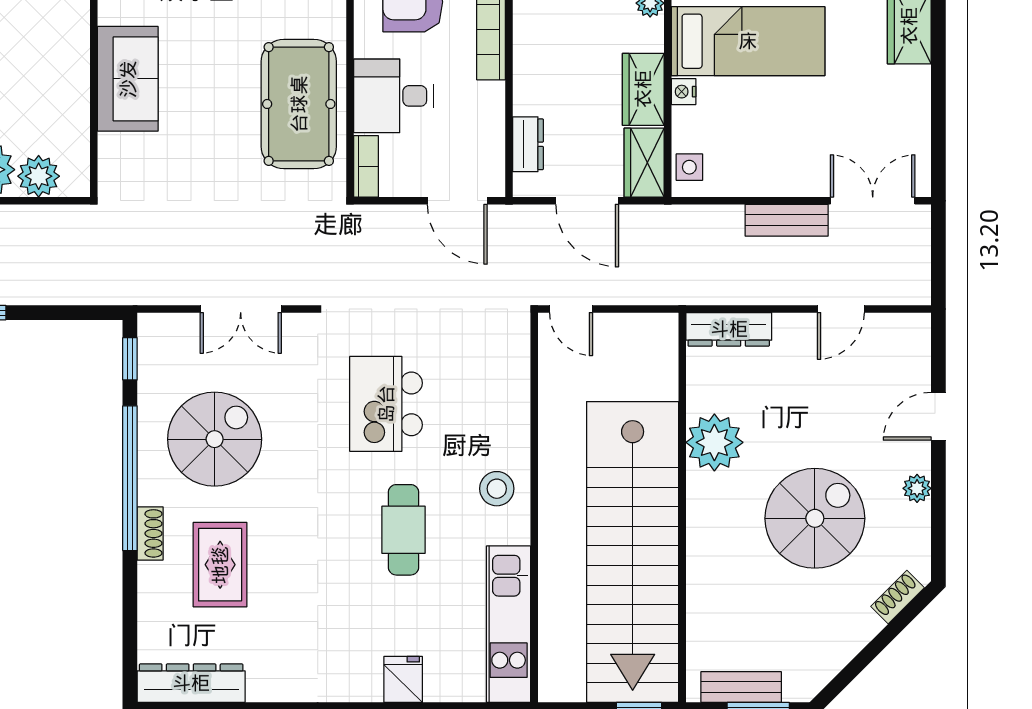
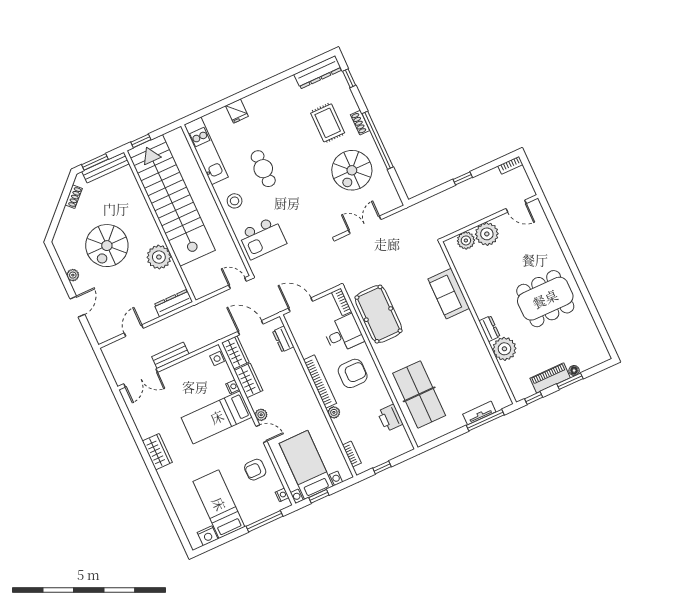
window: (130, 359) -> (349, 78), moved
kitchen island: (386, 404) -> (262, 238), moved, turned 90
shoe rack: (898, 597) -> (74, 197), moved
bench: (741, 687) -> (106, 168), width x1.36

